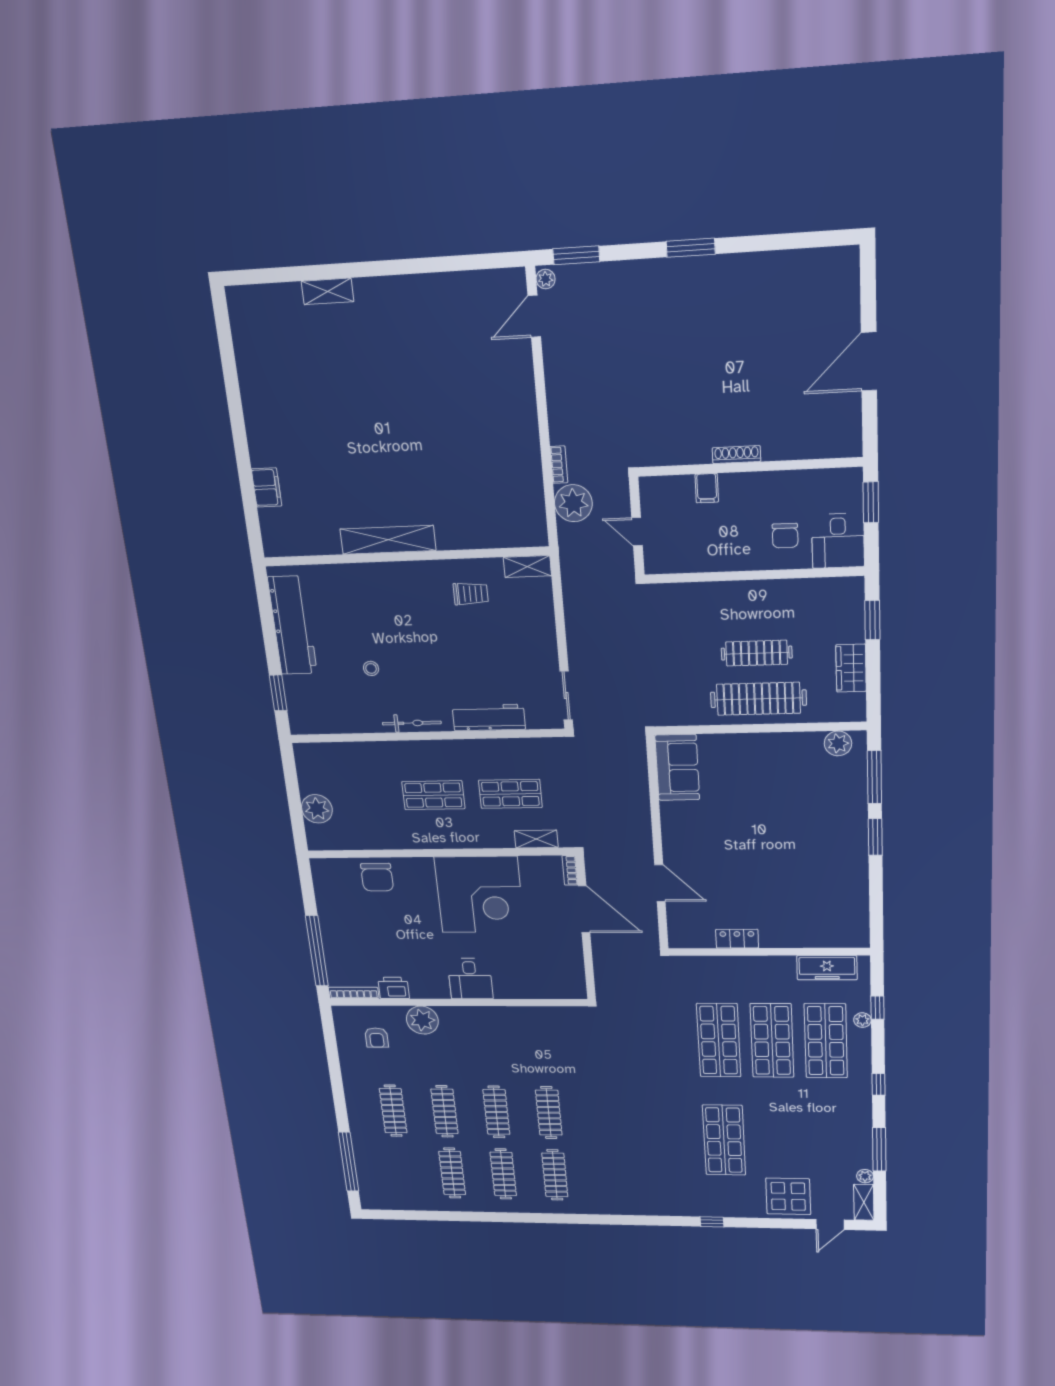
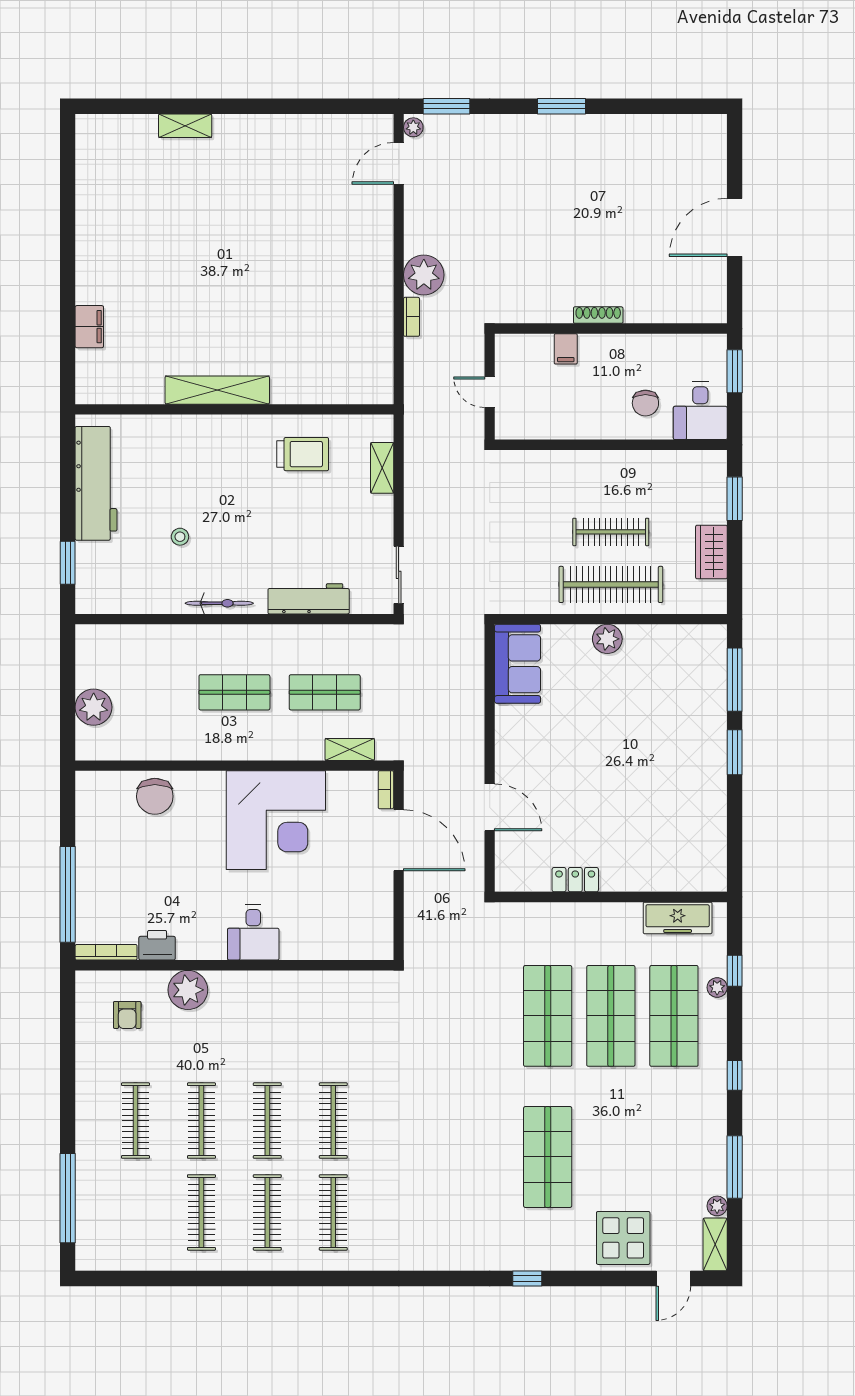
plant: (573, 503) -> (424, 275), moved
shelving: (527, 567) -> (382, 468), moved, turned 90
trolley: (471, 594) -> (303, 454), width x1.36, depth x1.39
plant: (838, 743) -> (607, 639), moved

